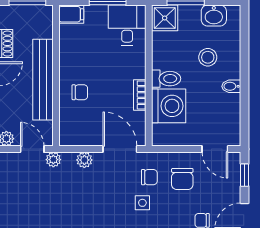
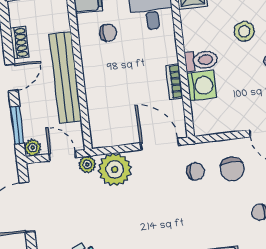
chair: (80, 92) -> (108, 33), moved
washing machine: (169, 106) -> (202, 86), width x0.73, depth x0.73
plant: (84, 160) -> (115, 170), width x1.88, depth x1.88
side table: (142, 203) -> (191, 201), removed

